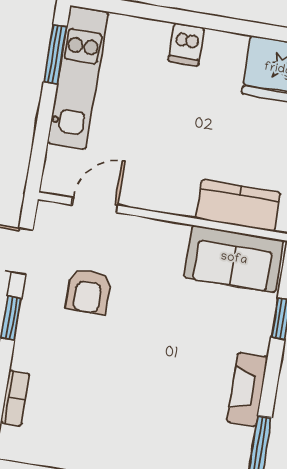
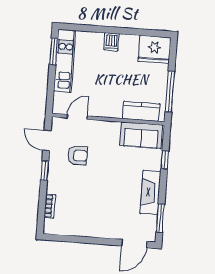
armchair: (88, 291) -> (78, 155), turned -90
fireplace: (247, 389) -> (150, 193), width x1.37, depth x1.32

